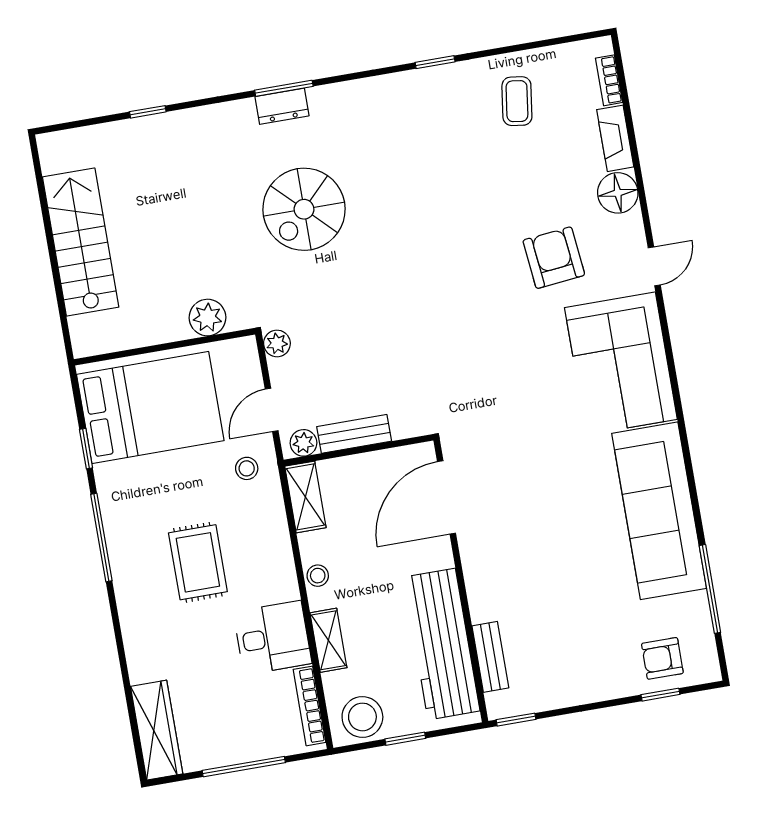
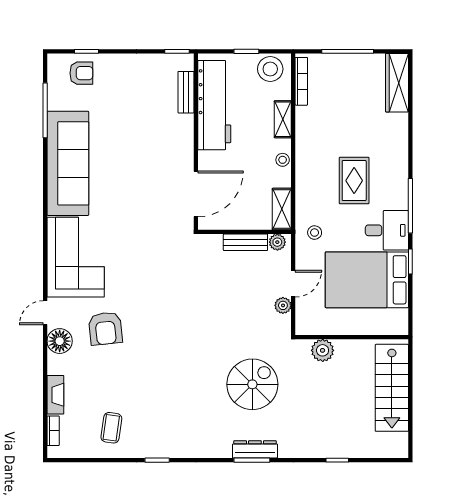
dresser: (282, 106) -> (255, 449), width x1.44
floor lamp: (618, 193) -> (60, 341), moved
plant: (208, 318) -> (323, 350), moved
wall: (165, 347) -> (352, 337), moved
door: (272, 410) -> (293, 284), moved
desk: (272, 638) -> (387, 230), moved, turned 180

